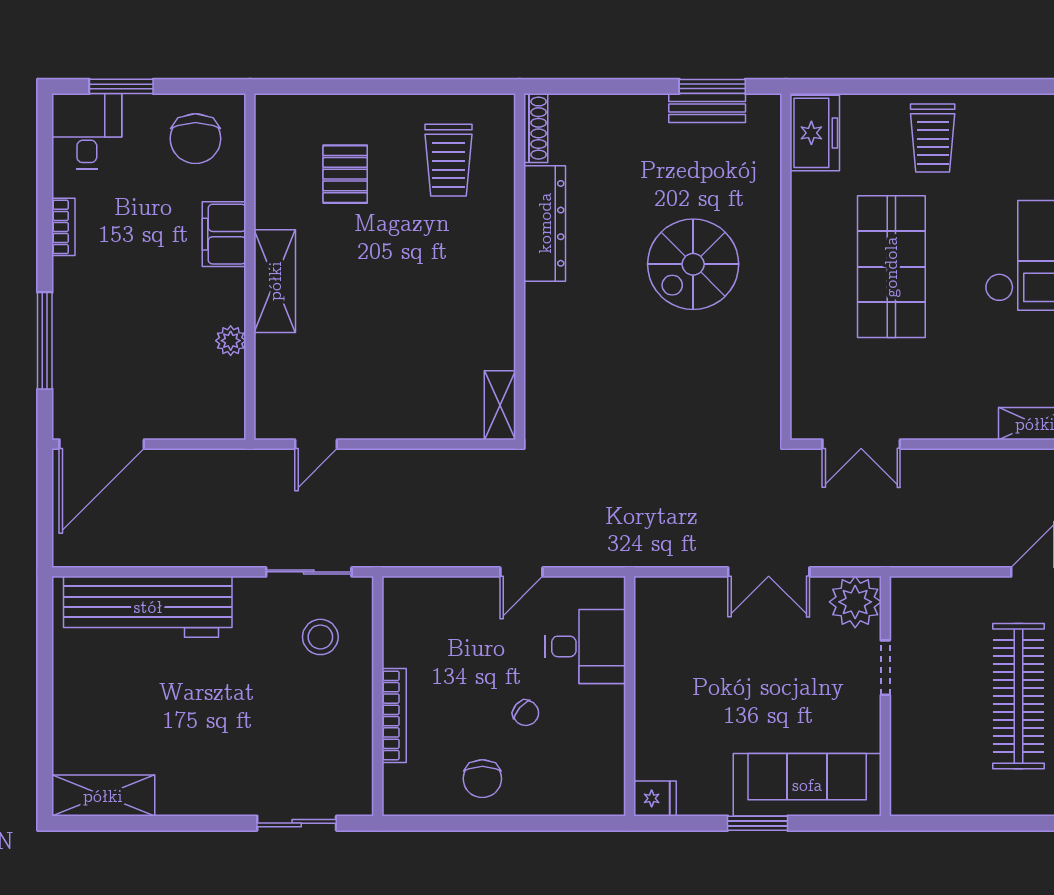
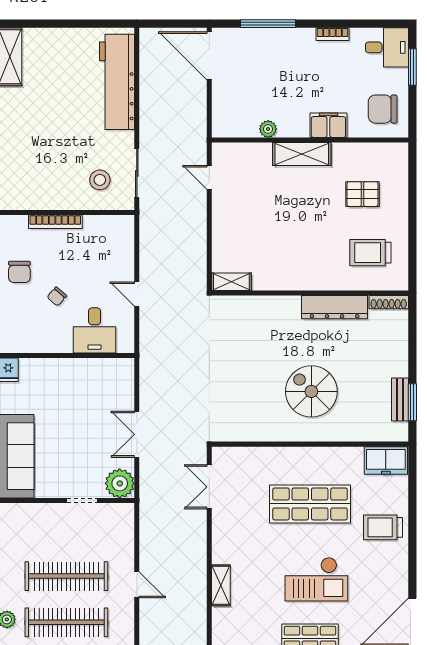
chair: (482, 779) -> (19, 272), turned -90

